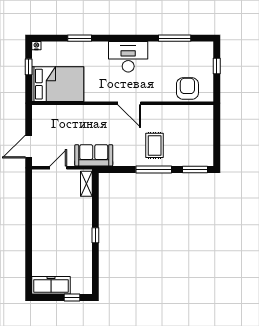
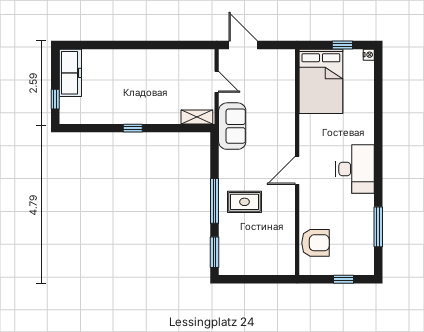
window: (80, 38) -> (378, 109), removed

